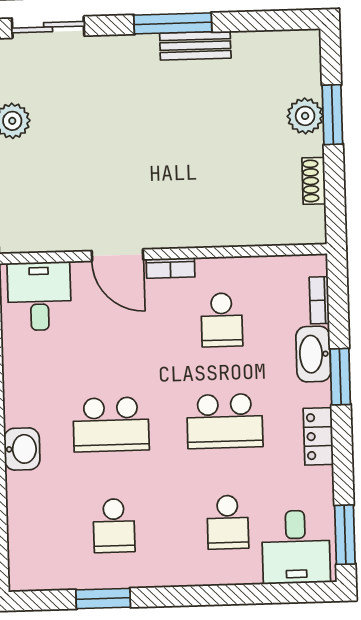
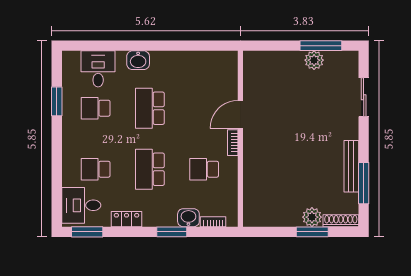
window: (173, 23) -> (364, 183), moved
sliding door: (48, 27) -> (364, 97), moved
bench: (195, 46) -> (351, 166), width x1.36
shoe rack: (314, 181) -> (341, 221), moved, width x1.43
desk: (39, 296) -> (98, 69), moved, turned -90
washbasin: (313, 354) -> (188, 218), width x0.72
locker: (318, 436) -> (127, 219), moved

